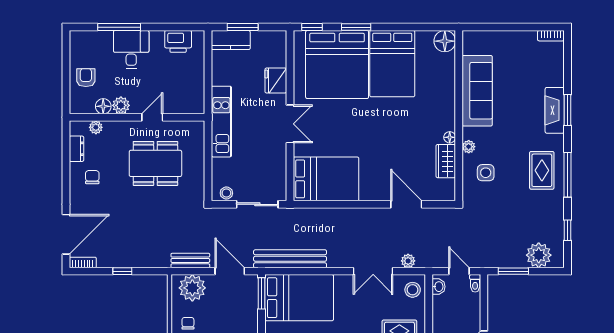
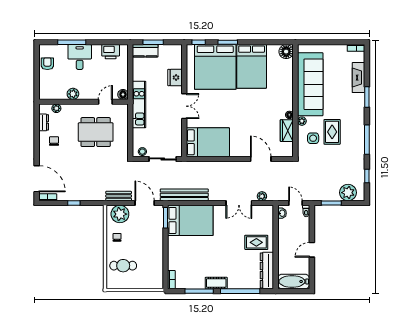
armchair: (86, 78) -> (47, 64), moved
sofa: (477, 91) -> (310, 84), width x1.36, depth x1.27
floor lamp: (103, 106) -> (123, 94), moved
fireplace: (555, 110) -> (359, 78), moved
door: (152, 117) -> (105, 102), moved
rug: (542, 170) -> (332, 132), moved
door: (66, 234) -> (37, 179), hinge flipped
stool: (413, 290) -> (265, 215), removed

